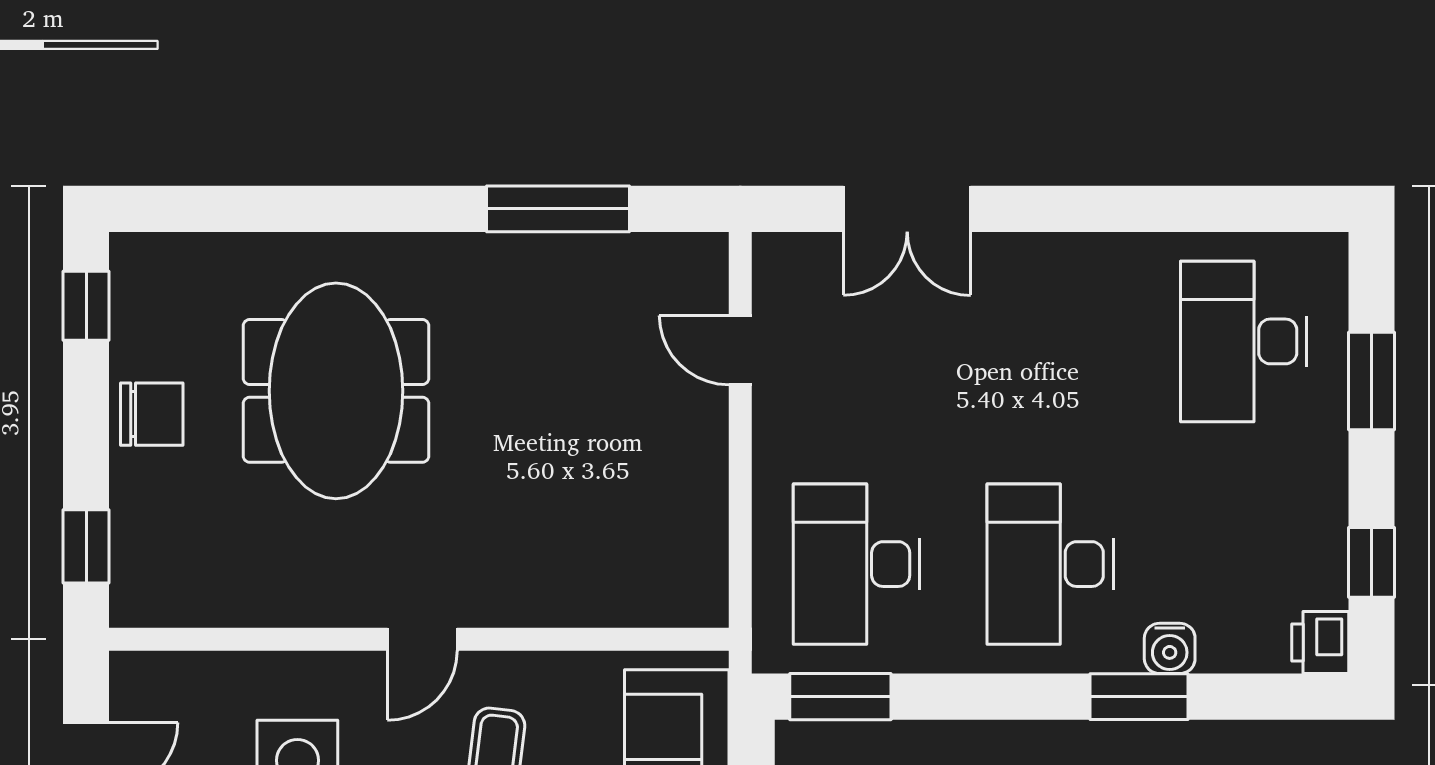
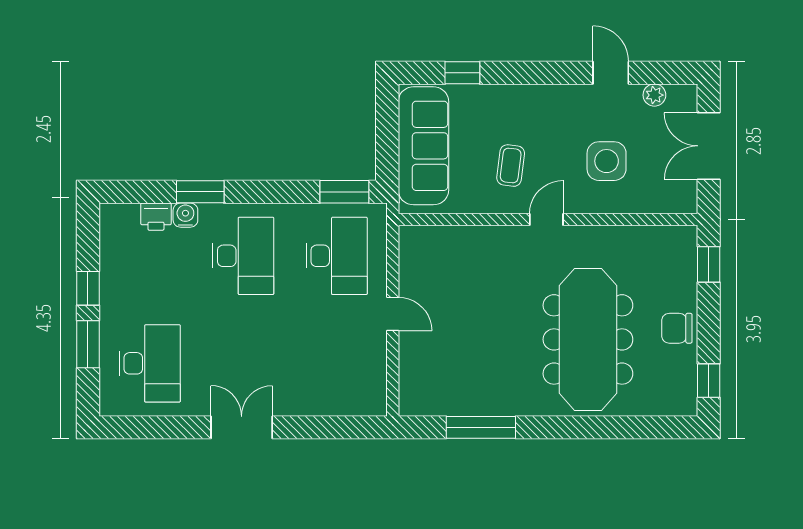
double door: (907, 209) -> (242, 427), moved
door: (740, 350) -> (393, 314), moved
meeting table: (336, 391) -> (588, 339), width x1.36
window: (1372, 562) -> (88, 288), moved
printer: (1320, 643) -> (156, 217), moved, turned 90

